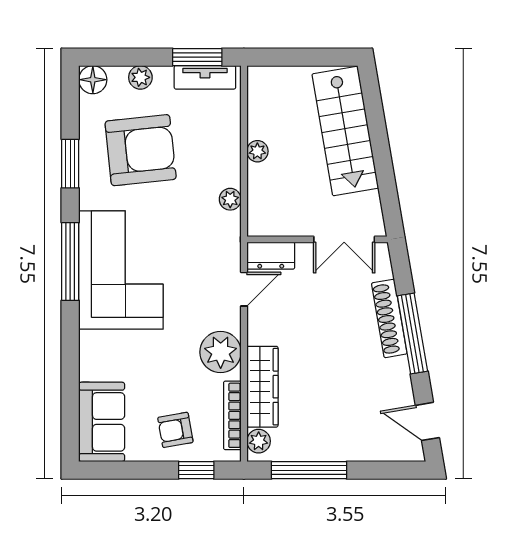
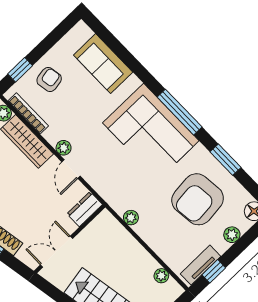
window: (197, 57) -> (214, 271), width x0.67
plant: (257, 151) -> (161, 276), moved
door: (244, 289) -> (71, 169), moved
plant: (221, 352) -> (64, 148), width x0.53, depth x0.53
sofa: (102, 422) -> (103, 64), moved

